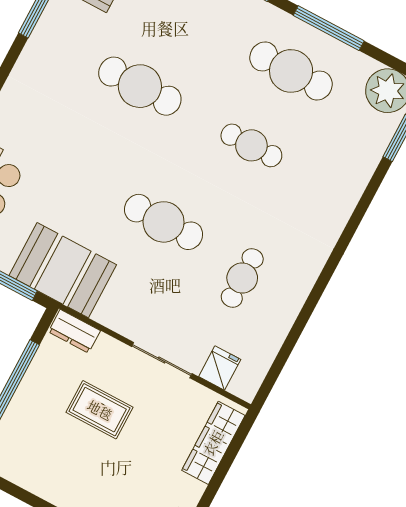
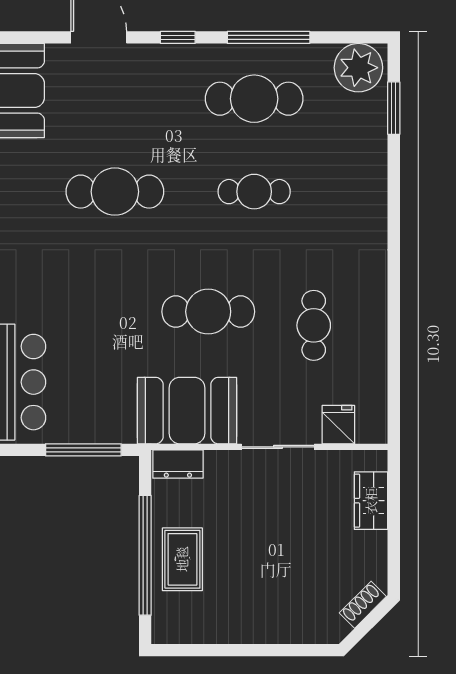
booth: (63, 270) -> (187, 411), moved
rug: (100, 410) -> (182, 559), moved, turned 90
wardrobe: (213, 443) -> (371, 501), width x0.67

